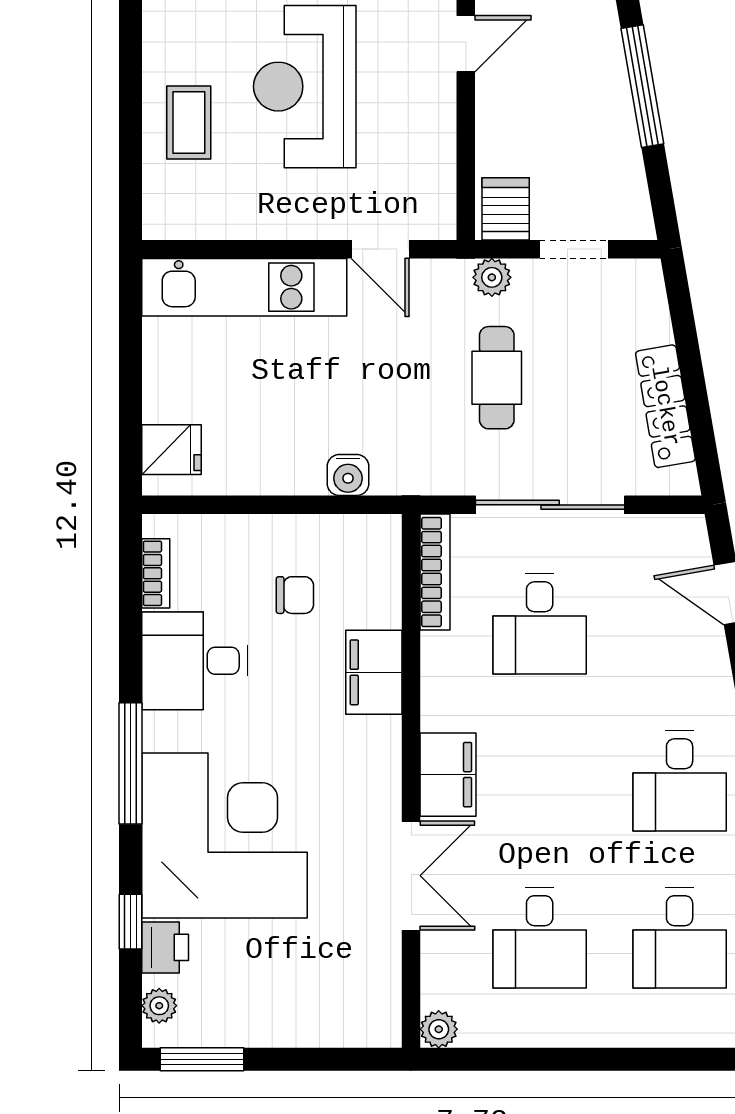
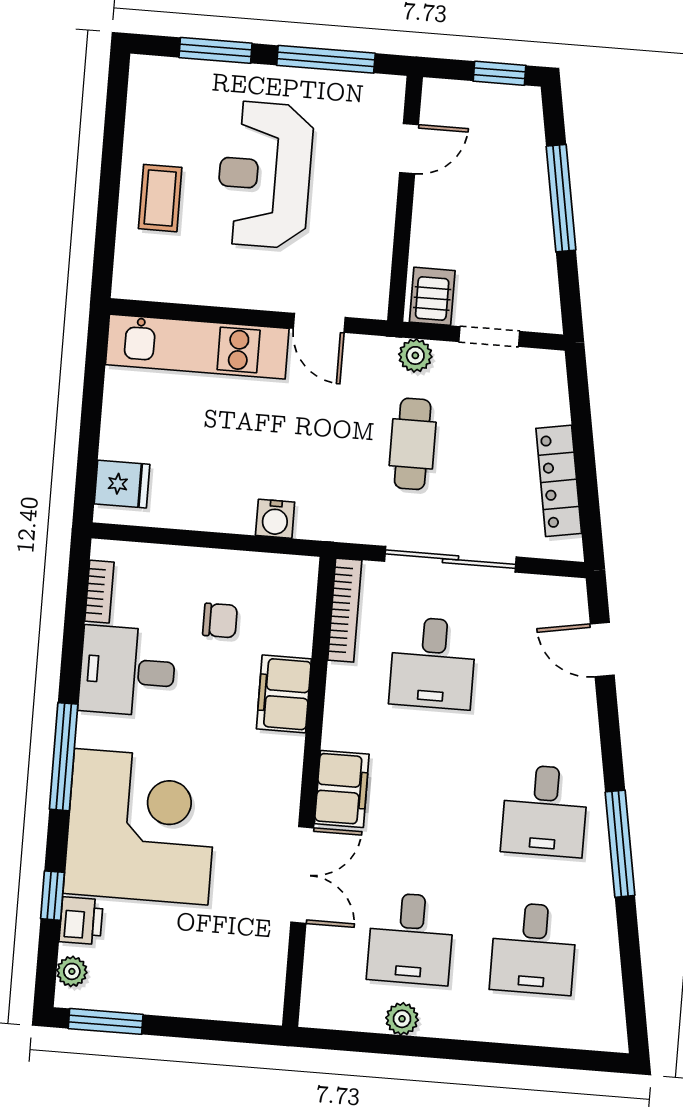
plant: (439, 1029) -> (402, 1019), moved

